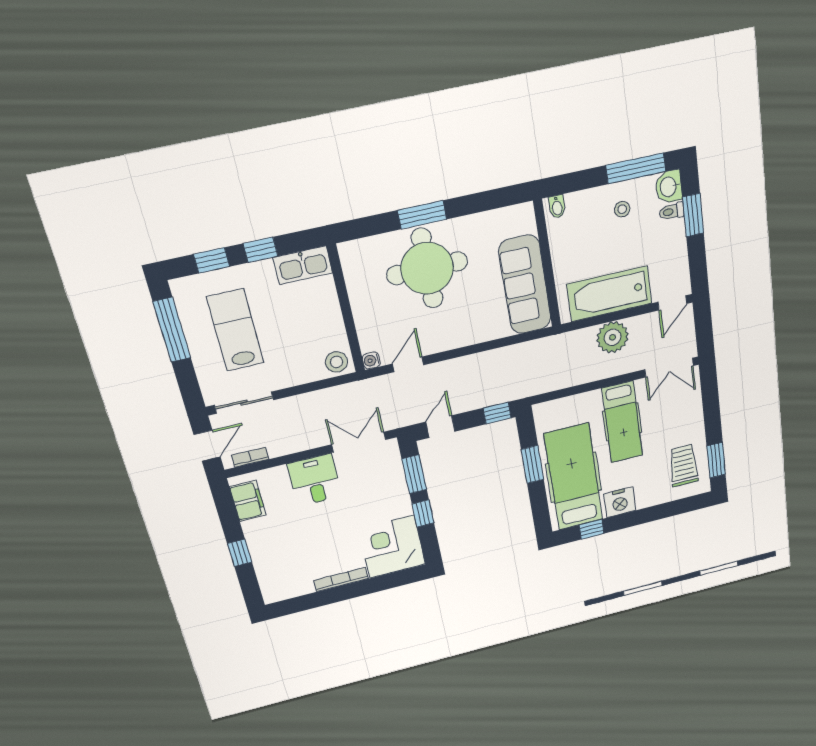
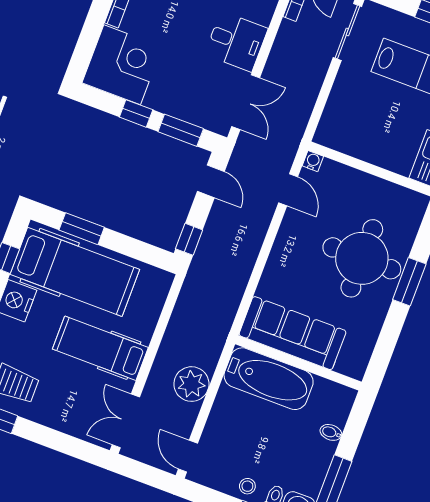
bidet: (557, 207) -> (331, 432), moved
stool: (622, 209) -> (247, 486), moved
bathtub: (609, 294) -> (269, 379), moved, turned 90
stool: (336, 362) -> (331, 131), removed
window: (532, 464) -> (82, 229), moved

